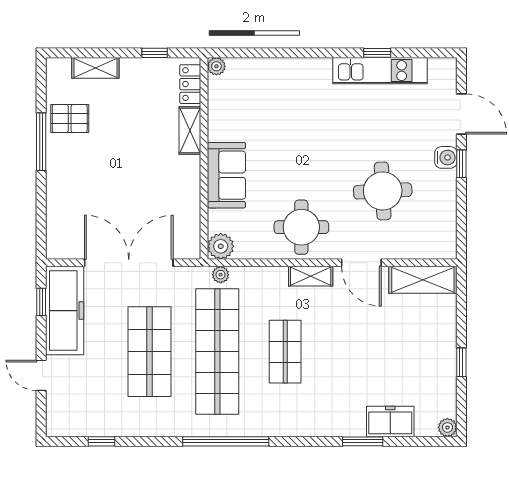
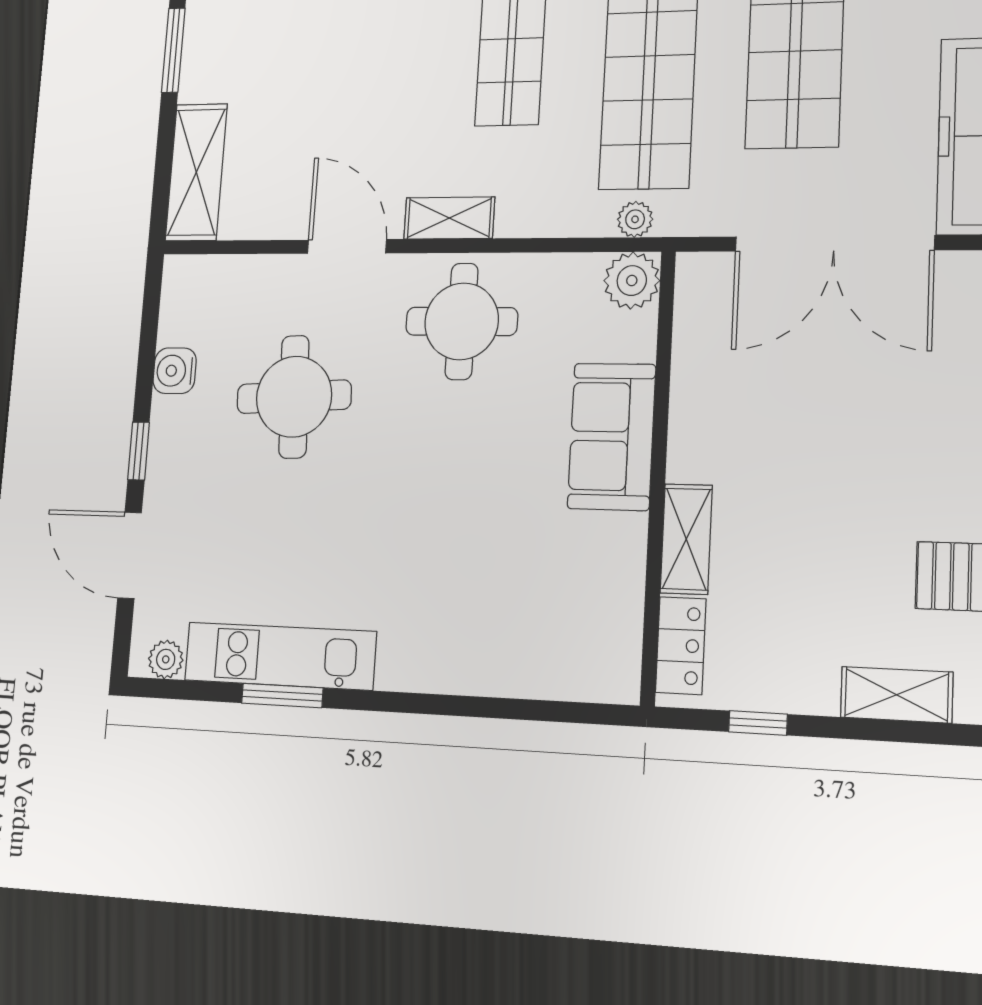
window: (377, 53) -> (282, 695), width x1.50
plant: (216, 66) -> (166, 659), moved
water cooler: (446, 157) -> (175, 371), moved
shelving: (423, 280) -> (196, 172), moved, turned 90
window: (461, 362) -> (173, 50), width x1.50

